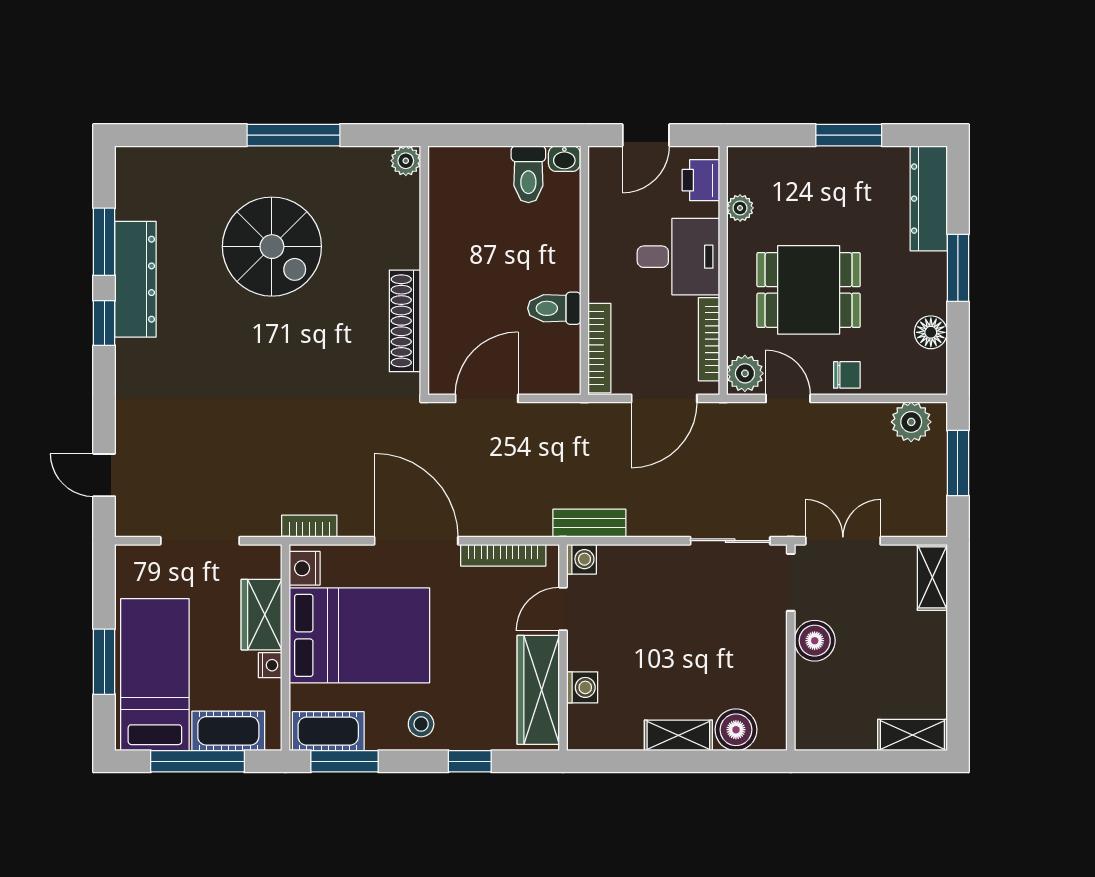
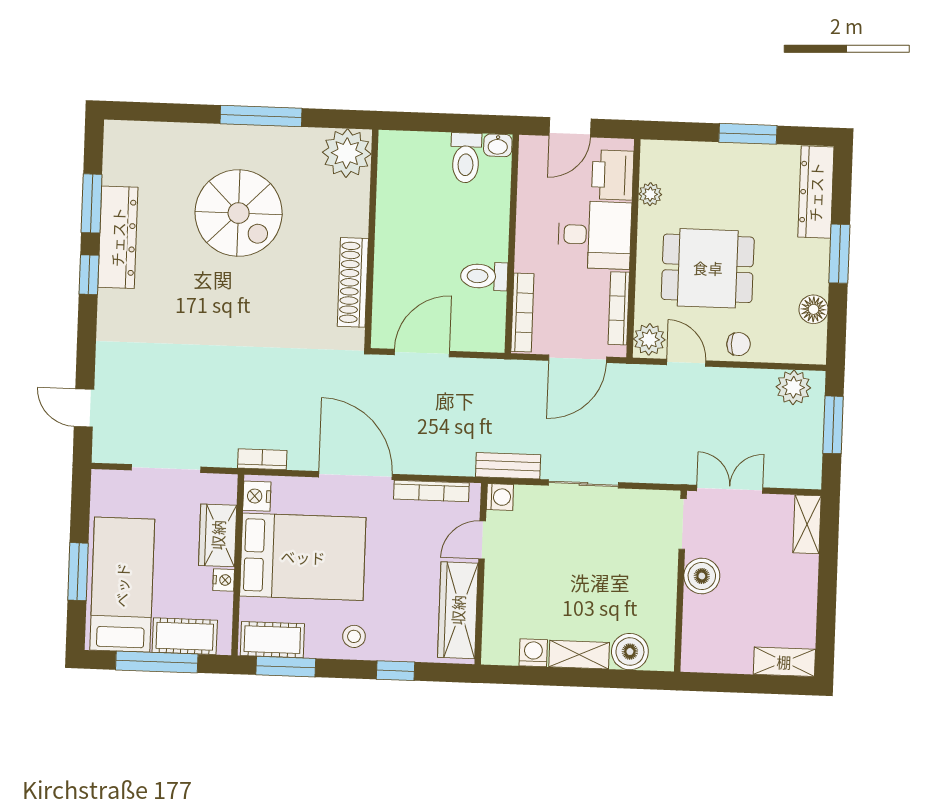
plant: (406, 161) -> (347, 153), width x1.88, depth x1.88
printer: (701, 180) -> (613, 175), width x1.36, depth x1.24
sliding door: (730, 541) -> (583, 484), moved
washing machine: (582, 687) -> (533, 653), moved, turned -90

